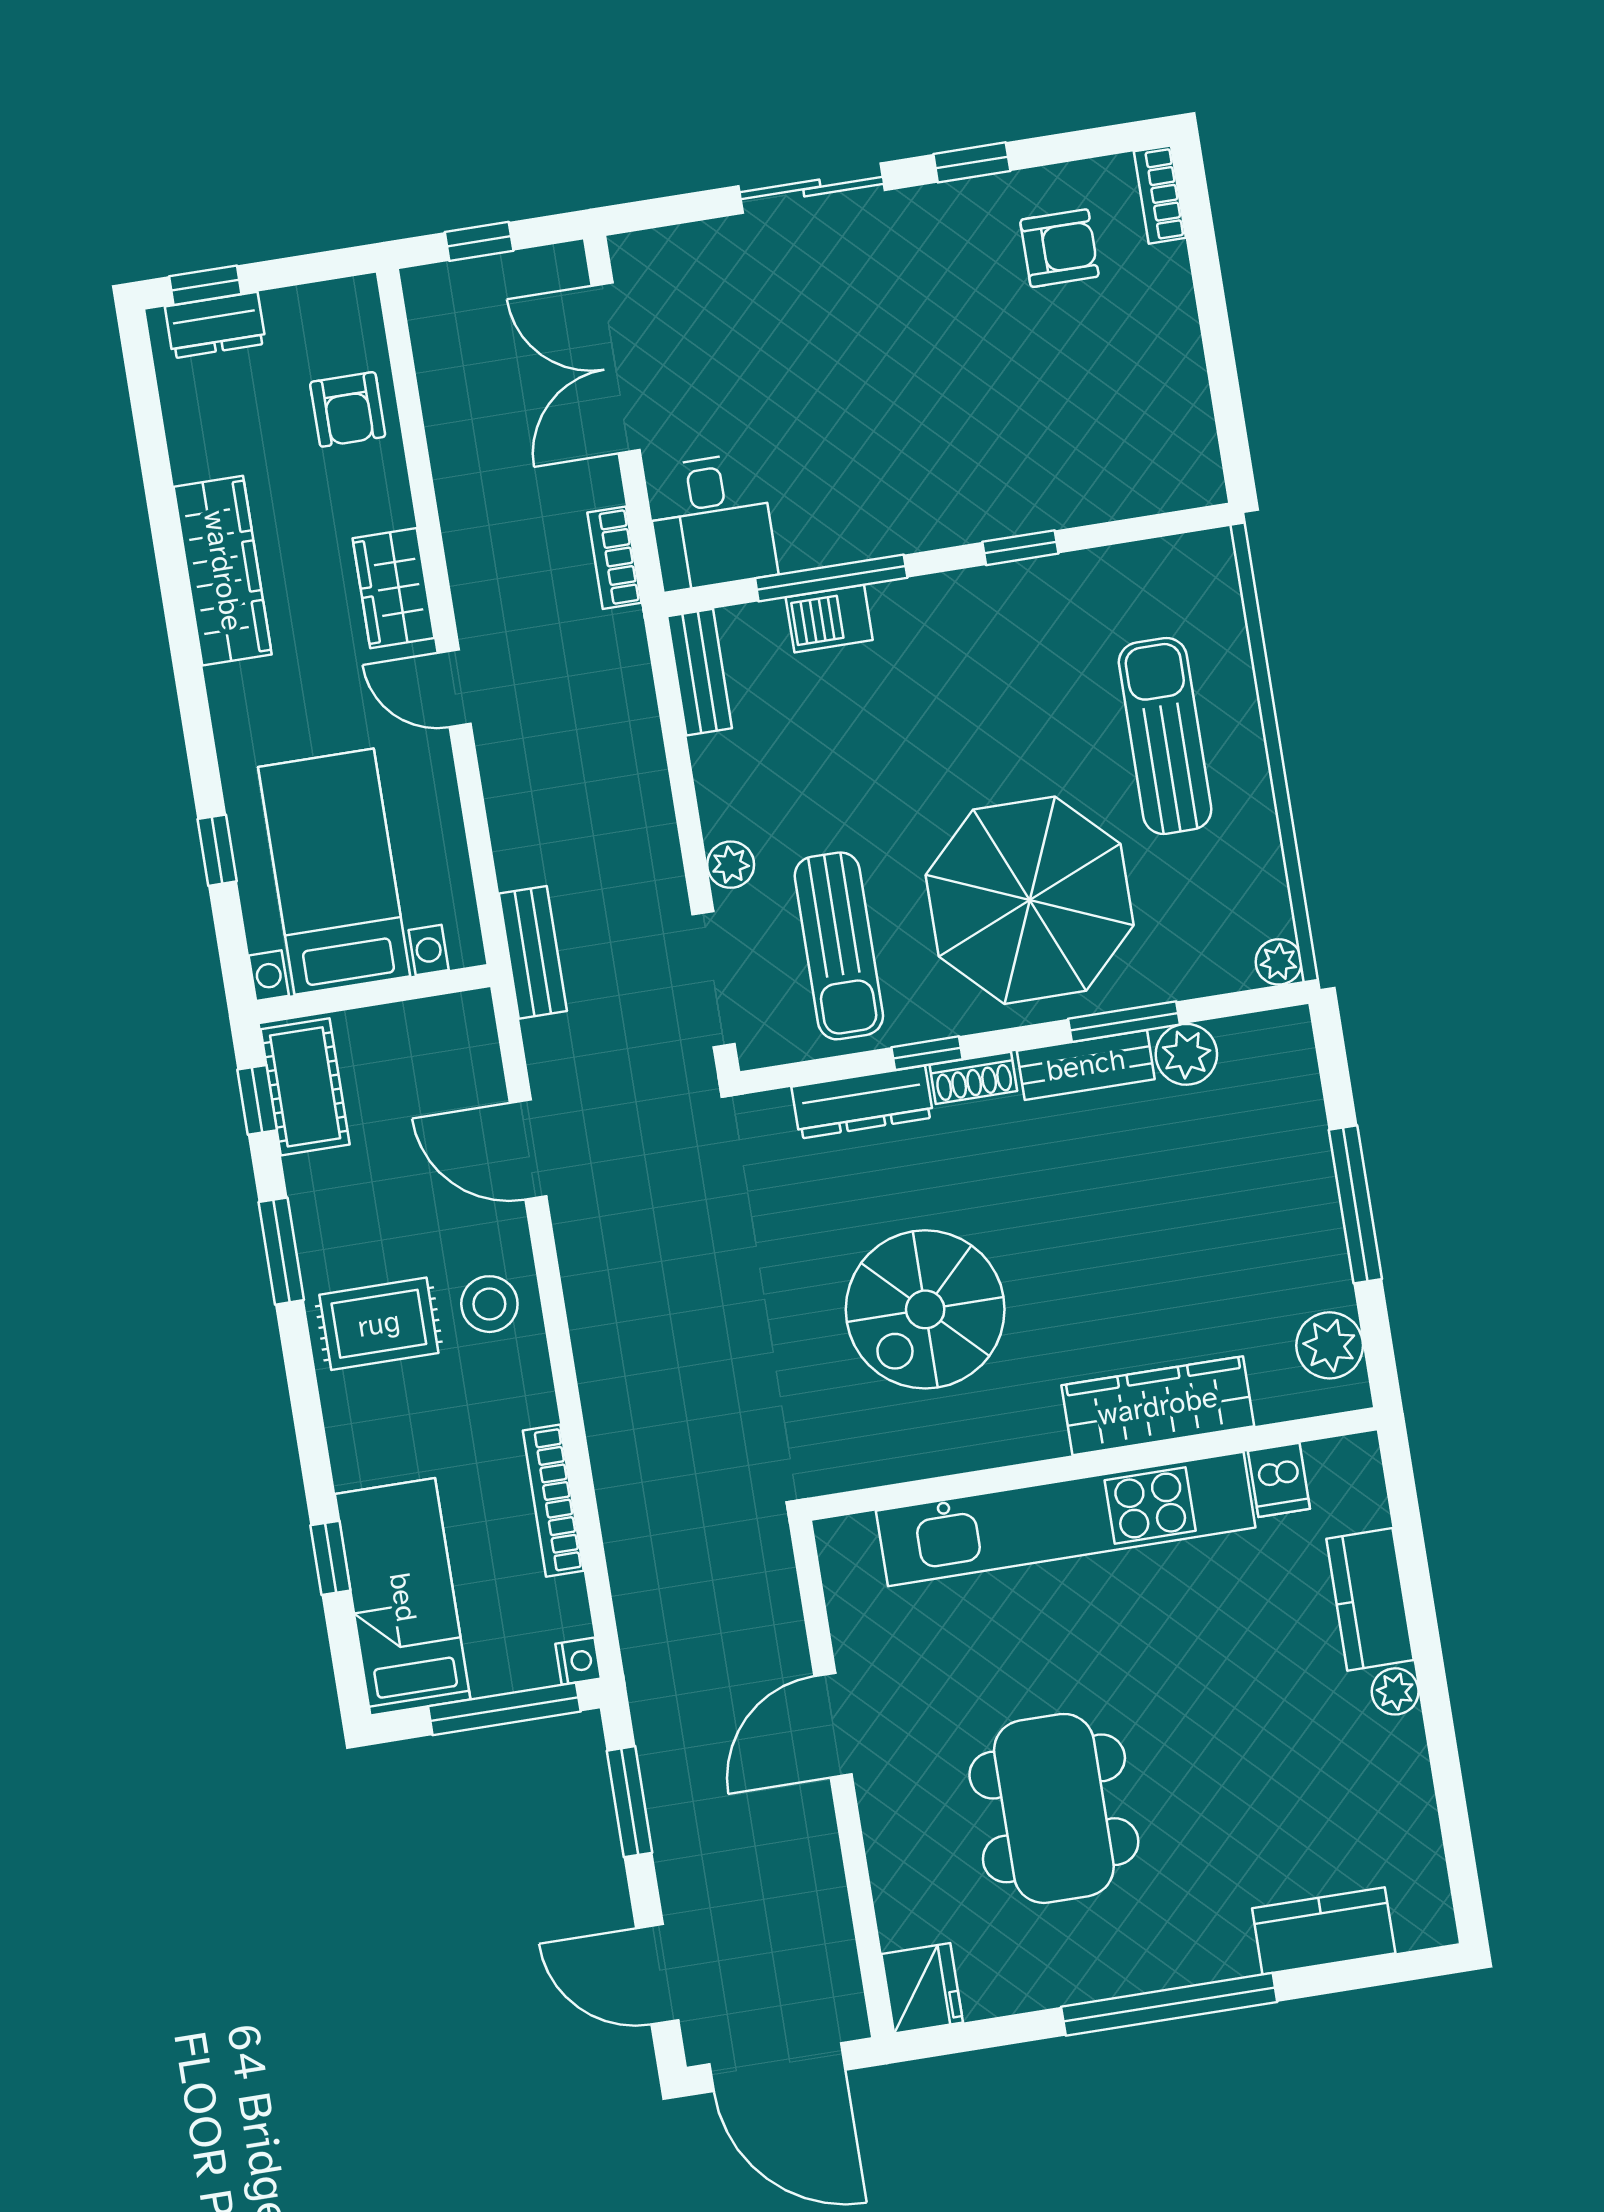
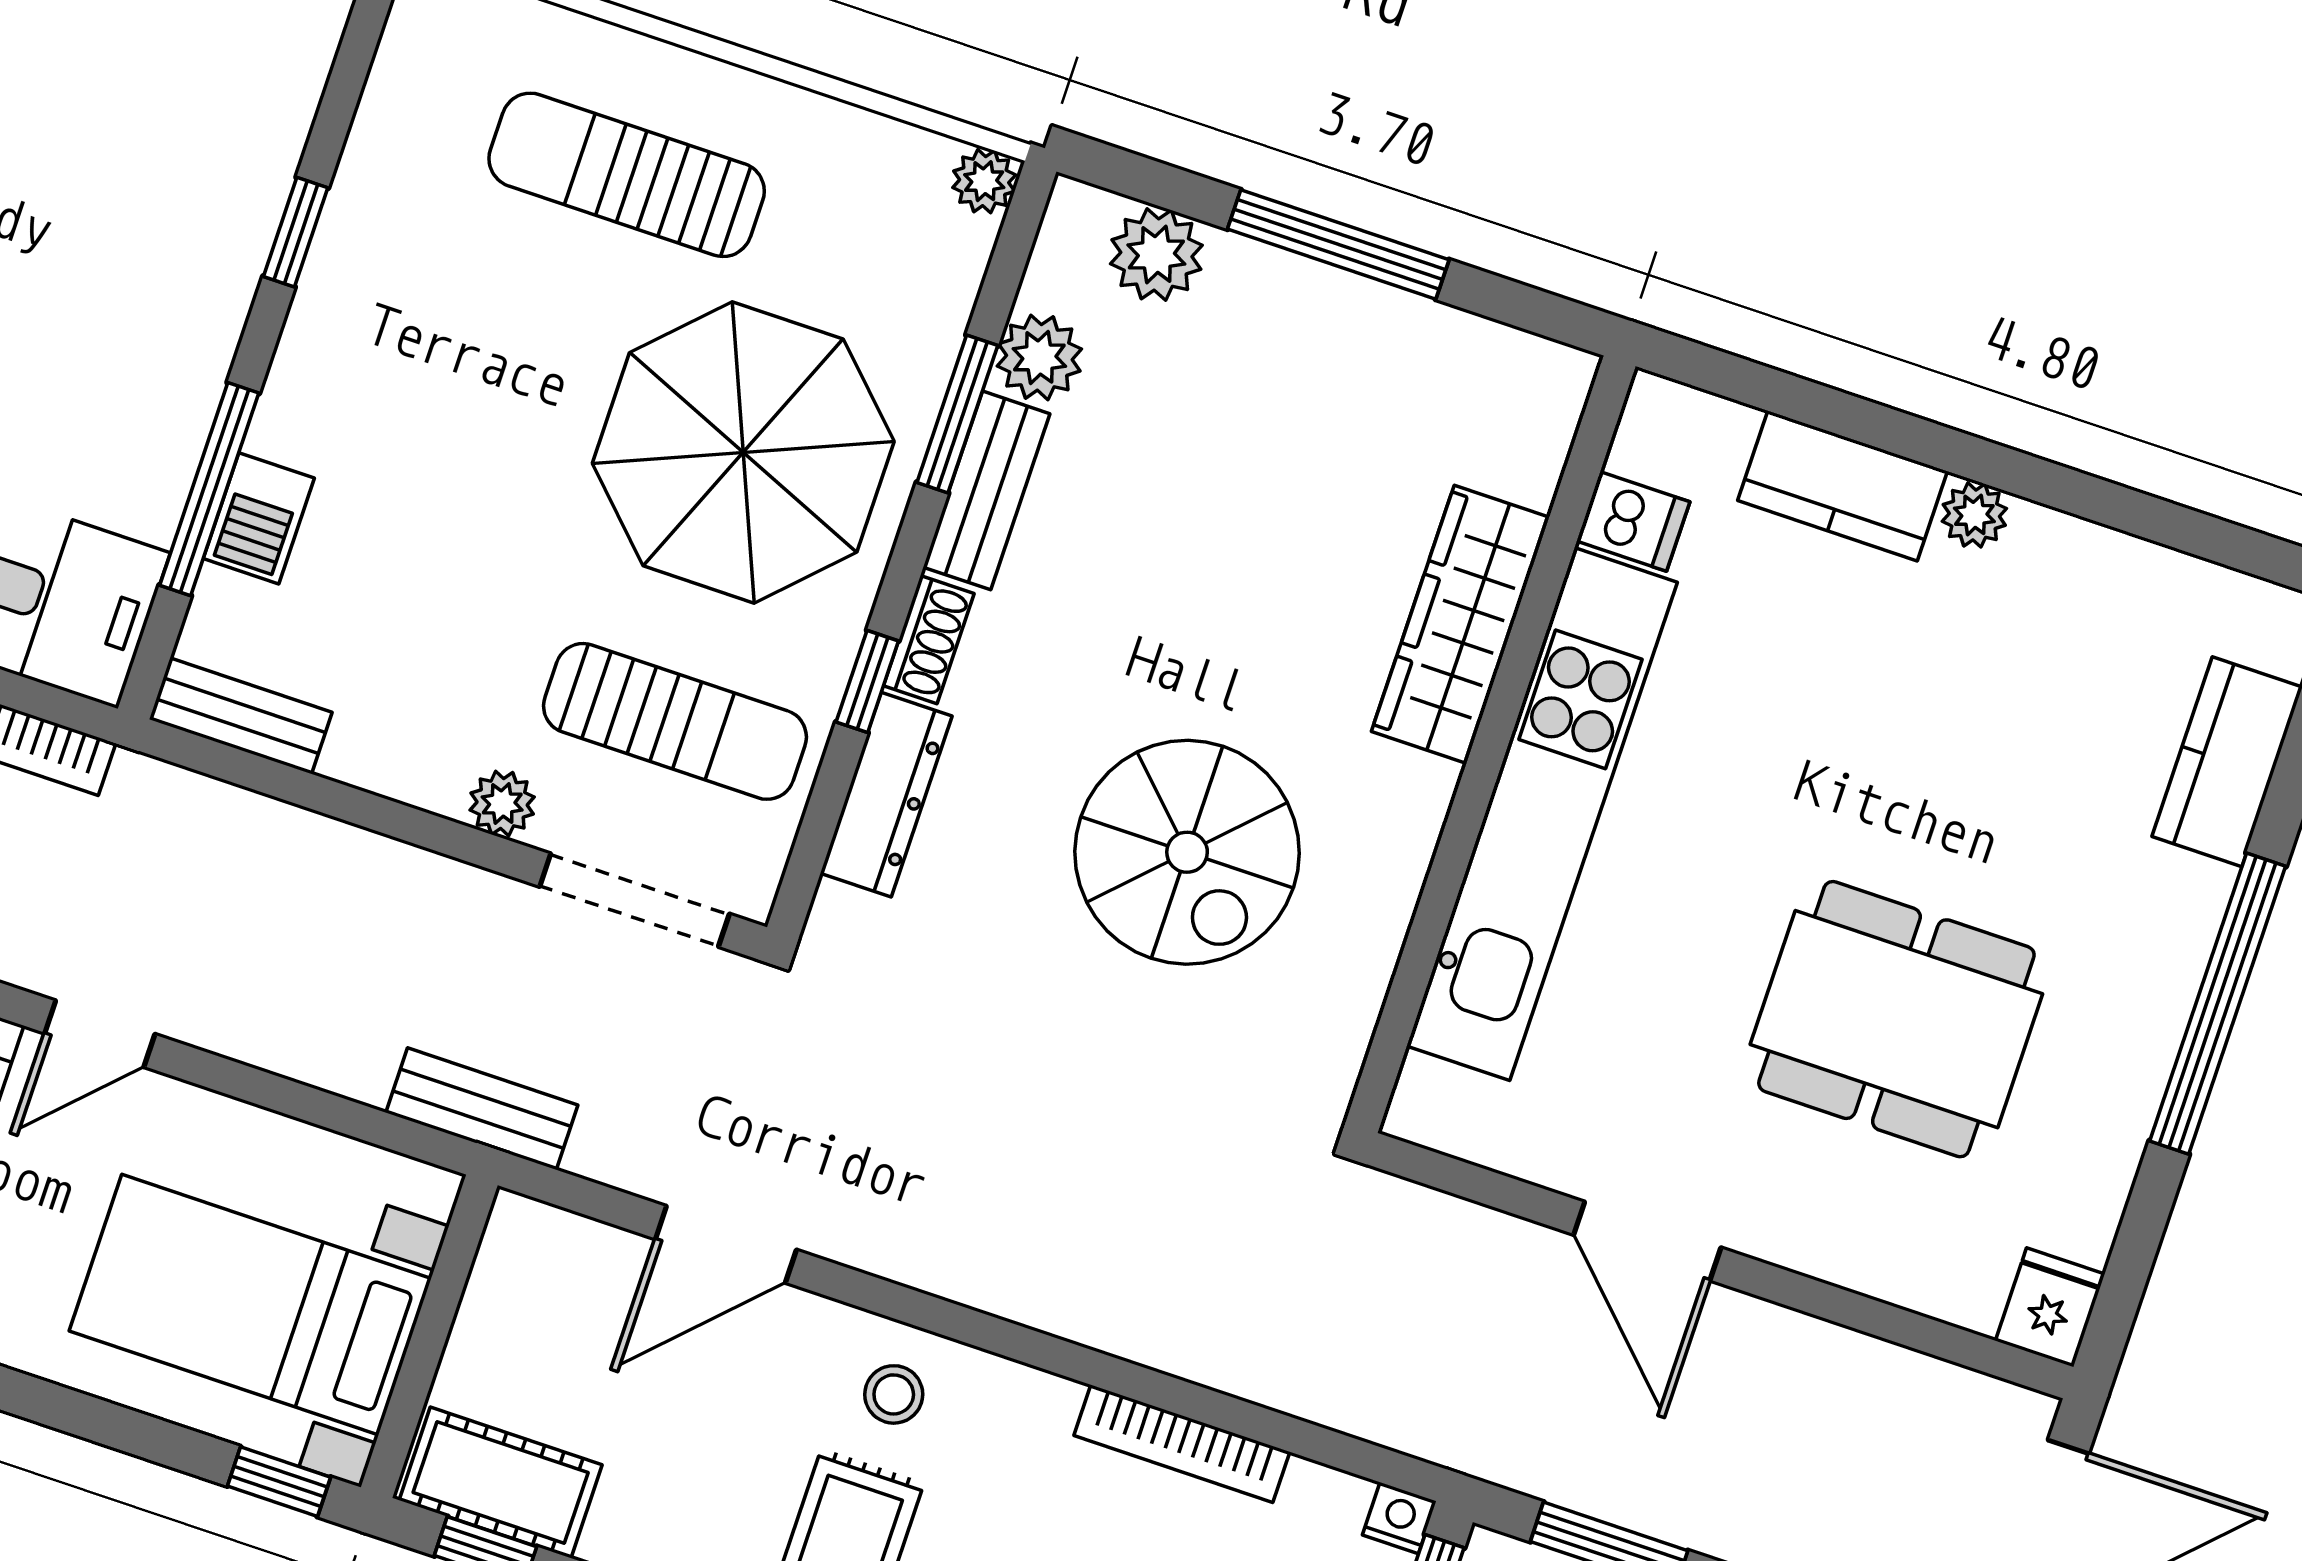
window: (217, 850) -> (279, 1482), moved
stool: (489, 1304) -> (894, 1394), width x0.73, depth x0.73
plant: (1330, 1345) -> (1156, 254), moved
fridge: (922, 1988) -> (2050, 1307), width x0.72

